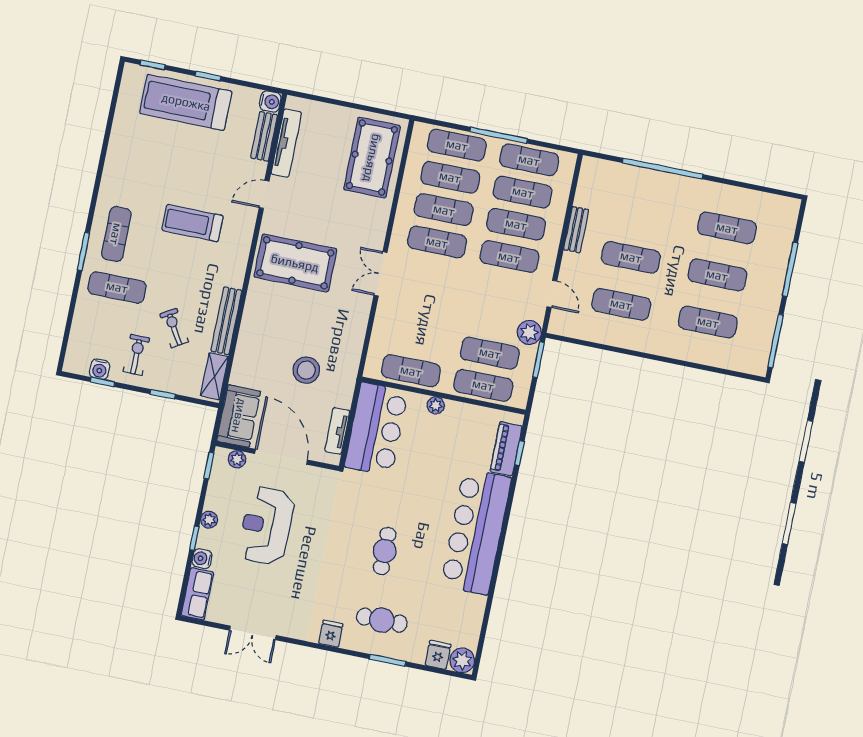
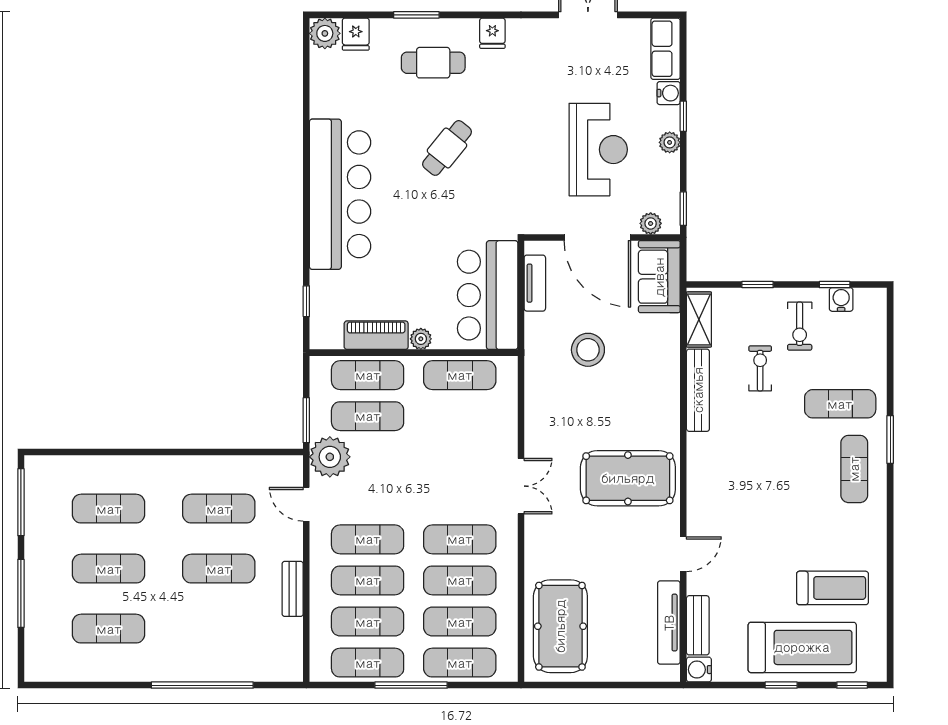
treadmill: (193, 223) -> (833, 588), moved
exercise bike: (174, 328) -> (760, 368), turned -149
plant: (529, 332) -> (330, 457), width x1.36, depth x1.36
piano: (506, 449) -> (376, 335), moved, turned -90
cafe table: (385, 551) -> (447, 148), turned 39

